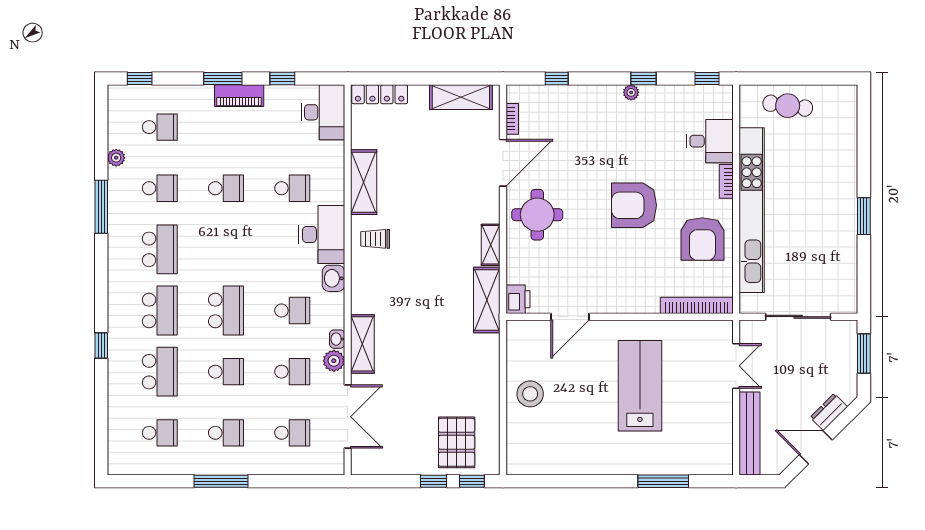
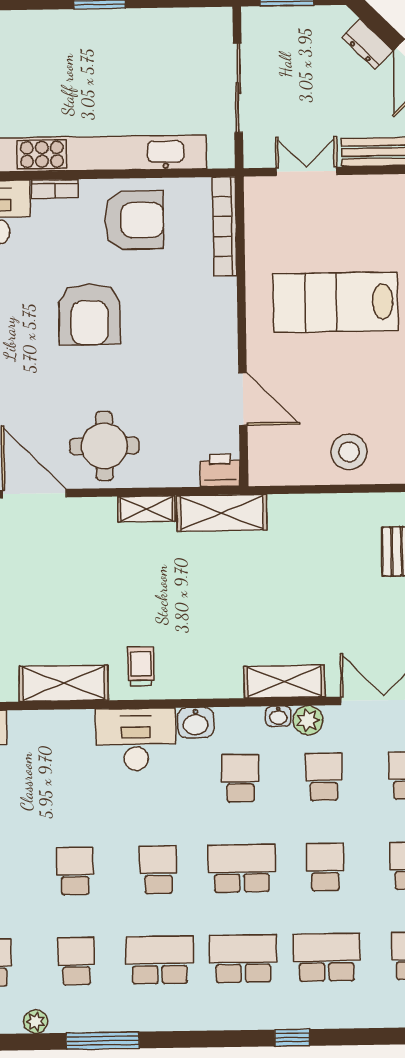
school desk: (292, 188) -> (158, 870), moved
trolley: (375, 239) -> (141, 667), turned 180

